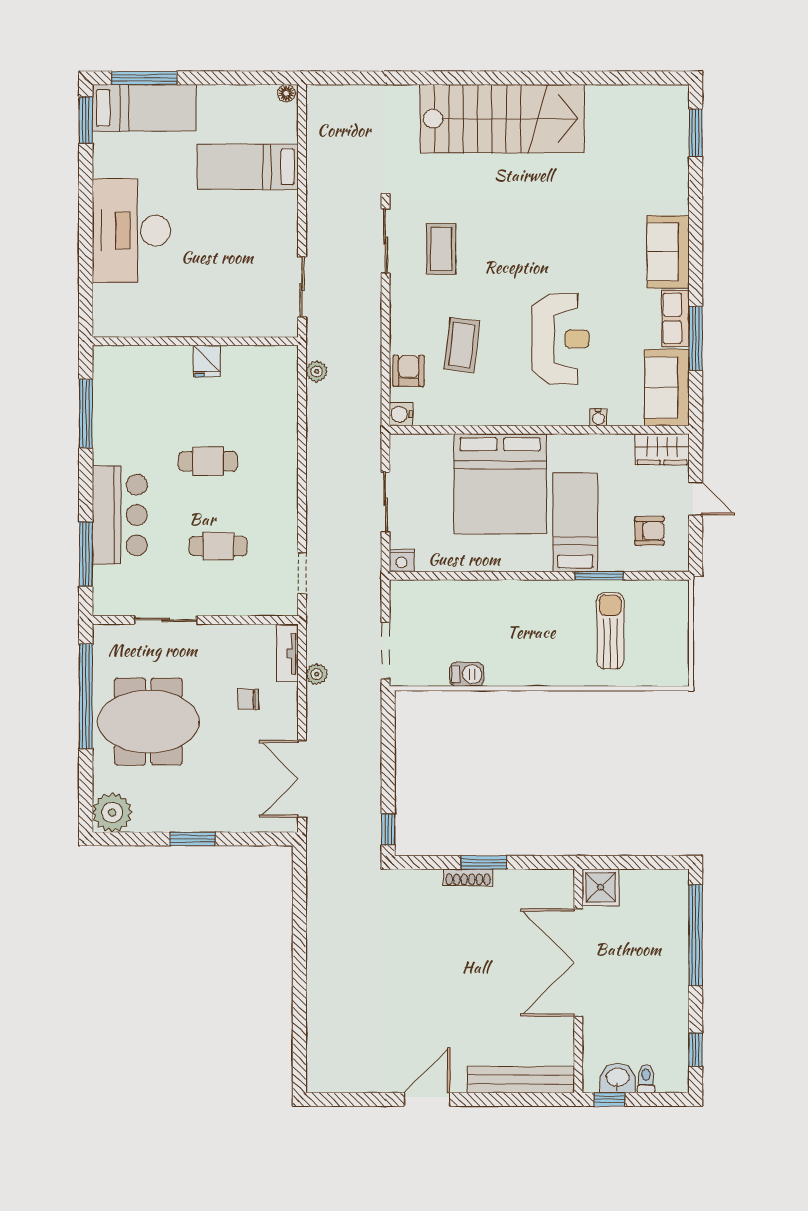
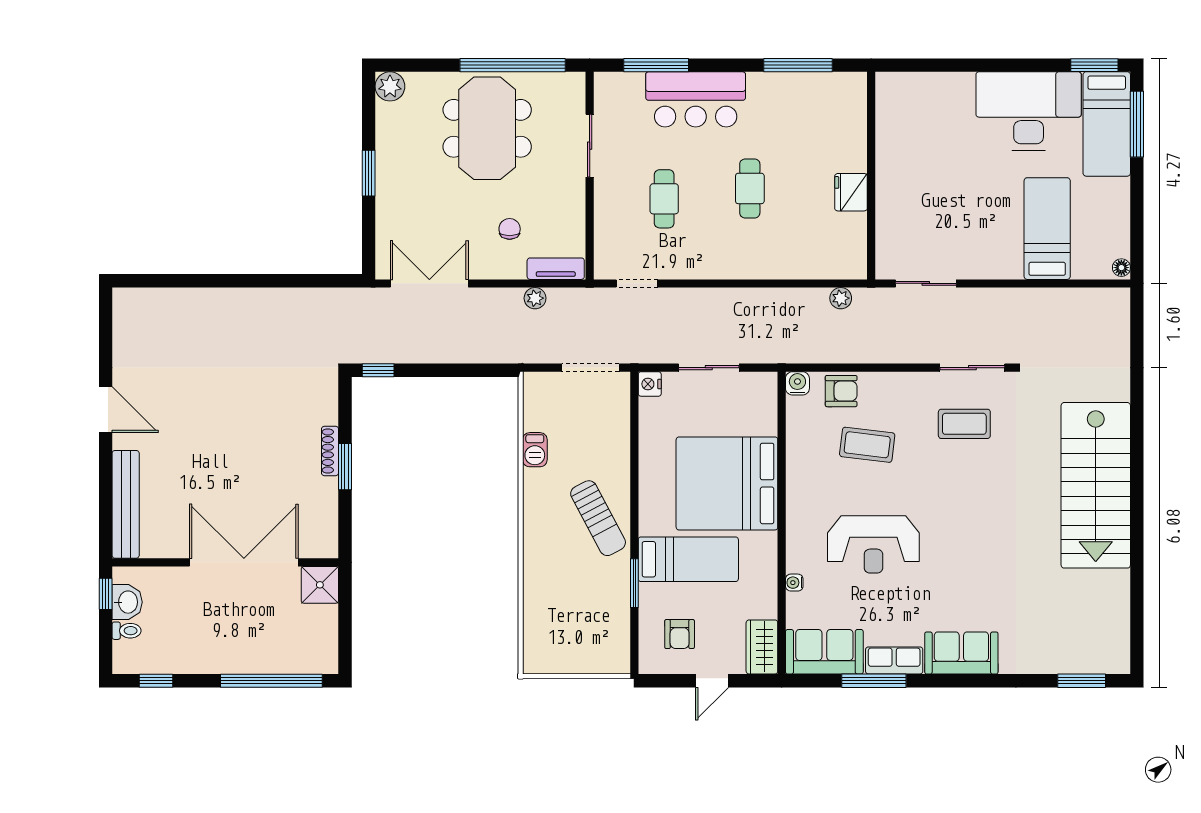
desk: (131, 231) -> (1029, 111), moved
fridge: (207, 361) -> (851, 192), width x1.38
sun lounger: (610, 631) -> (598, 518), moved, turned 62
doorway: (385, 650) -> (591, 368), moved
plant: (112, 812) -> (390, 86), width x0.73, depth x0.73

